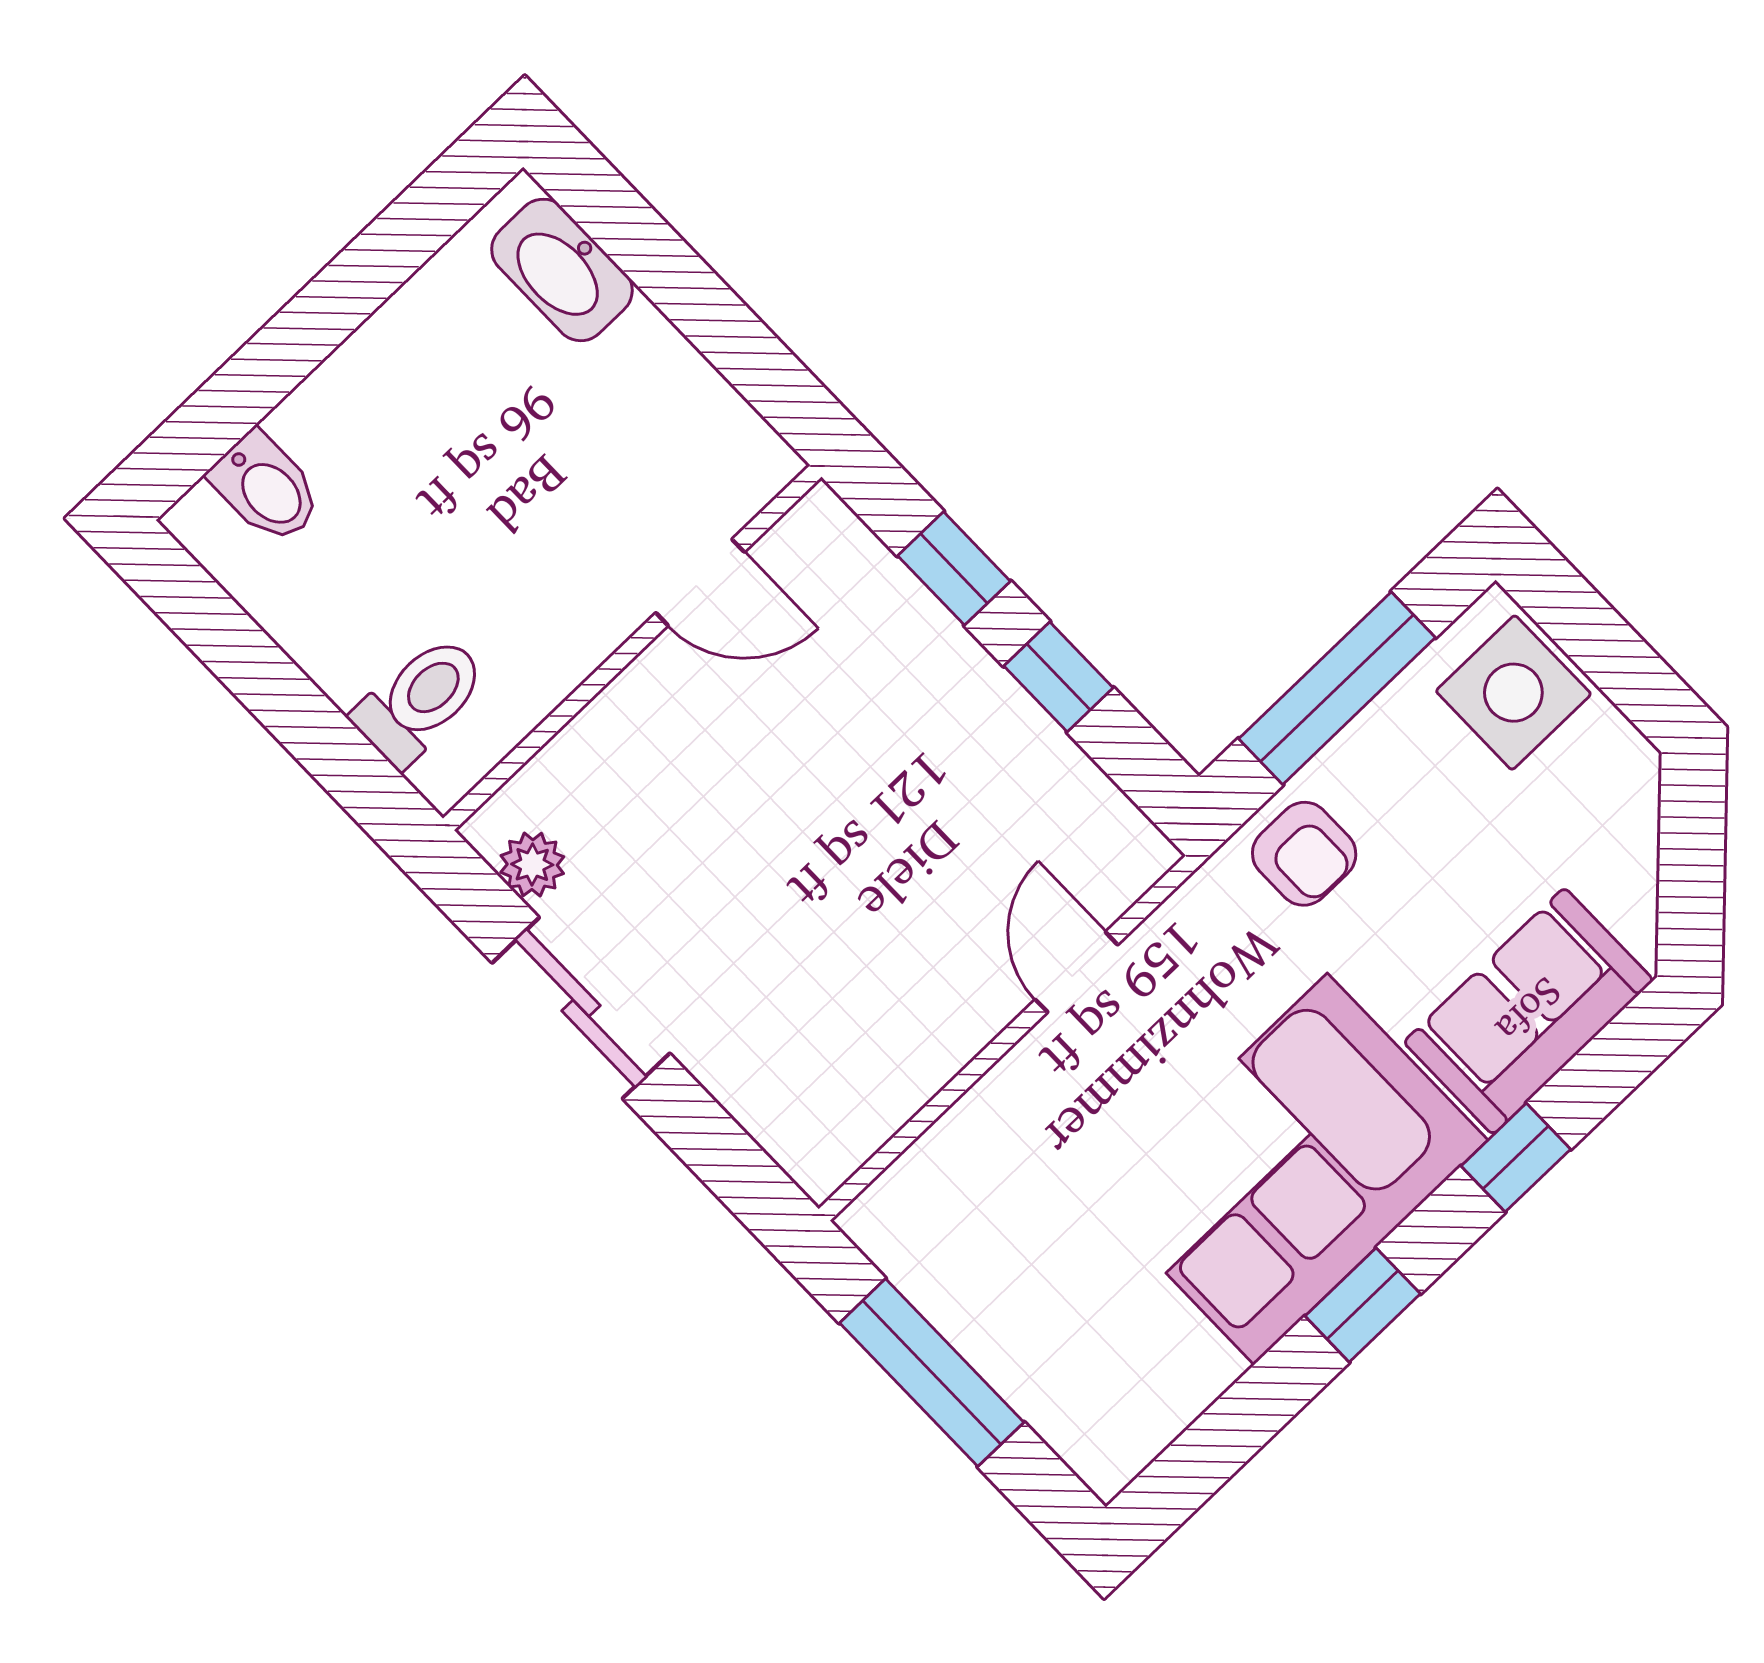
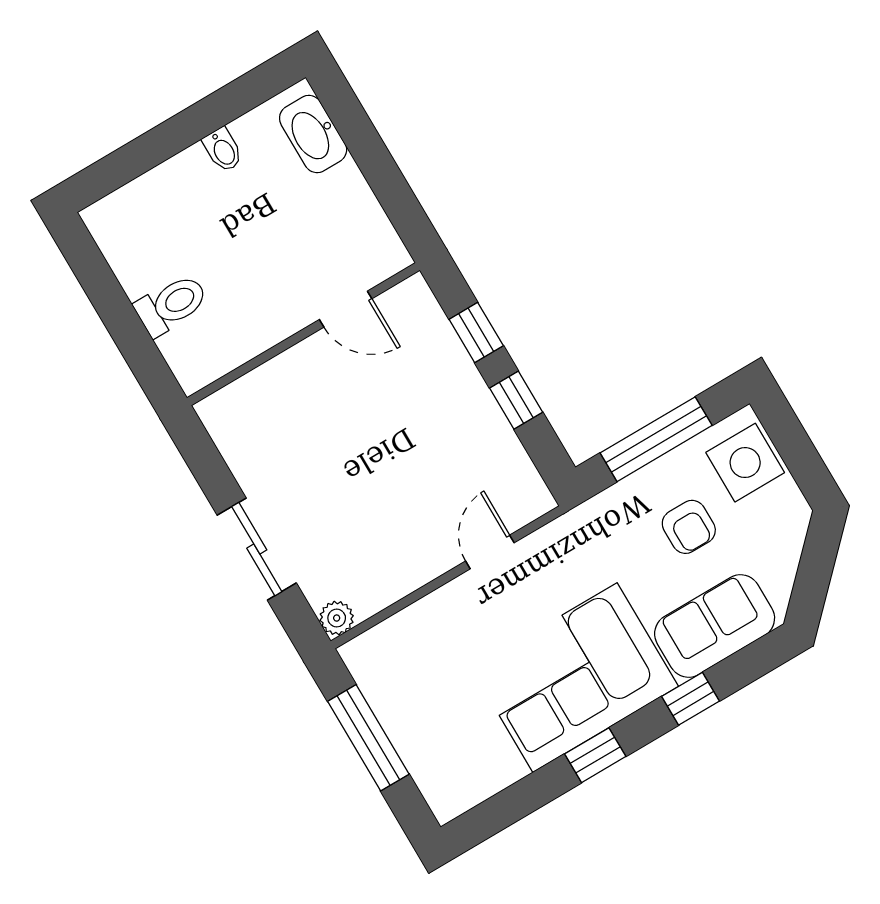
bidet: (266, 488) -> (223, 150), moved, width x0.72, depth x0.74
toilet: (420, 700) -> (171, 305), moved
armchair: (1304, 854) -> (689, 527), moved
plant: (532, 865) -> (337, 618), moved
sliding door: (581, 1008) -> (257, 549), moved

